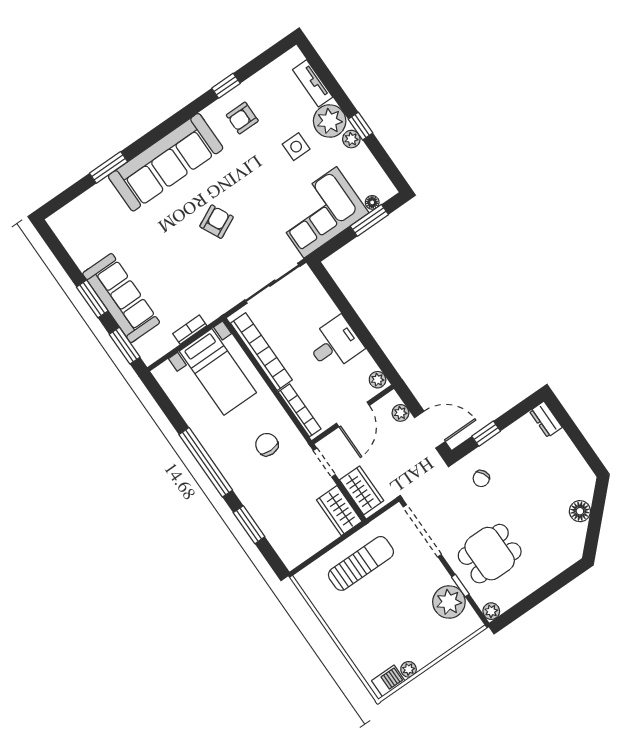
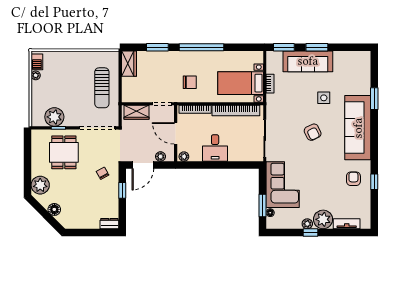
side table: (296, 147) -> (324, 98), moved
wardrobe: (339, 511) -> (129, 64), moved, turned 90
plant: (491, 611) -> (40, 185), moved, width x1.88, depth x1.88

